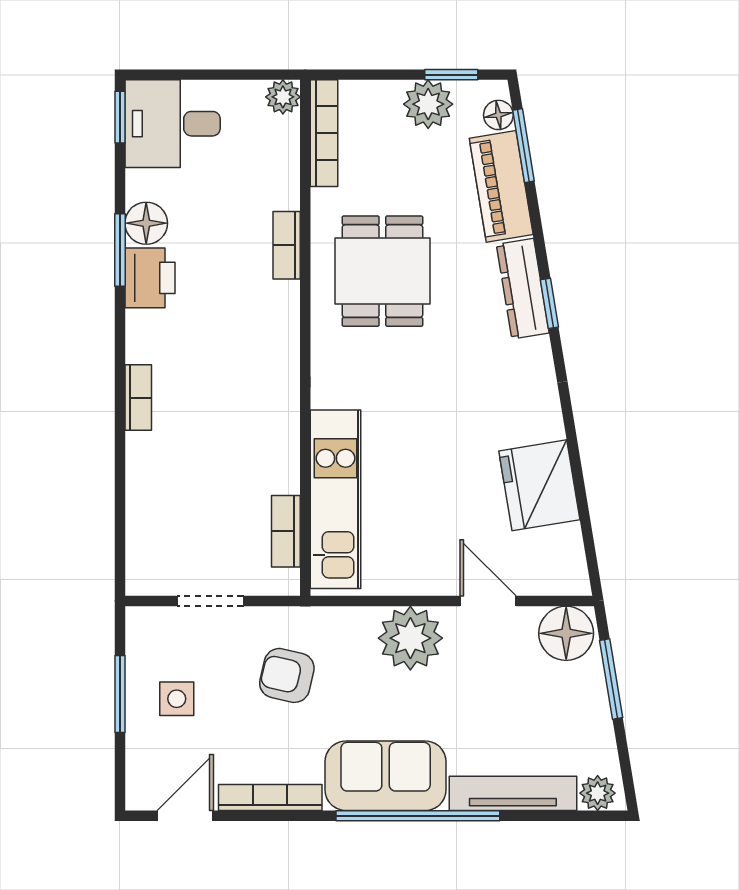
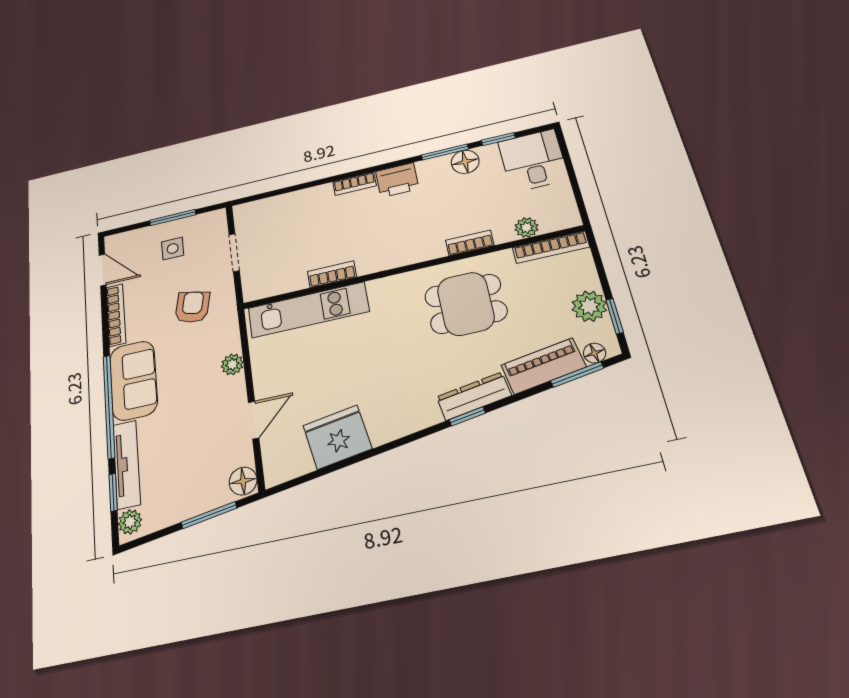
plant: (283, 97) -> (526, 227), moved
window: (120, 117) -> (498, 139), moved
printer: (150, 278) -> (397, 180), moved
bookcase: (286, 531) -> (332, 274), moved
floor lamp: (566, 633) -> (243, 481), width x0.73, depth x0.73
plant: (410, 638) -> (232, 364), width x0.53, depth x0.53
window: (550, 816) -> (113, 492), added

